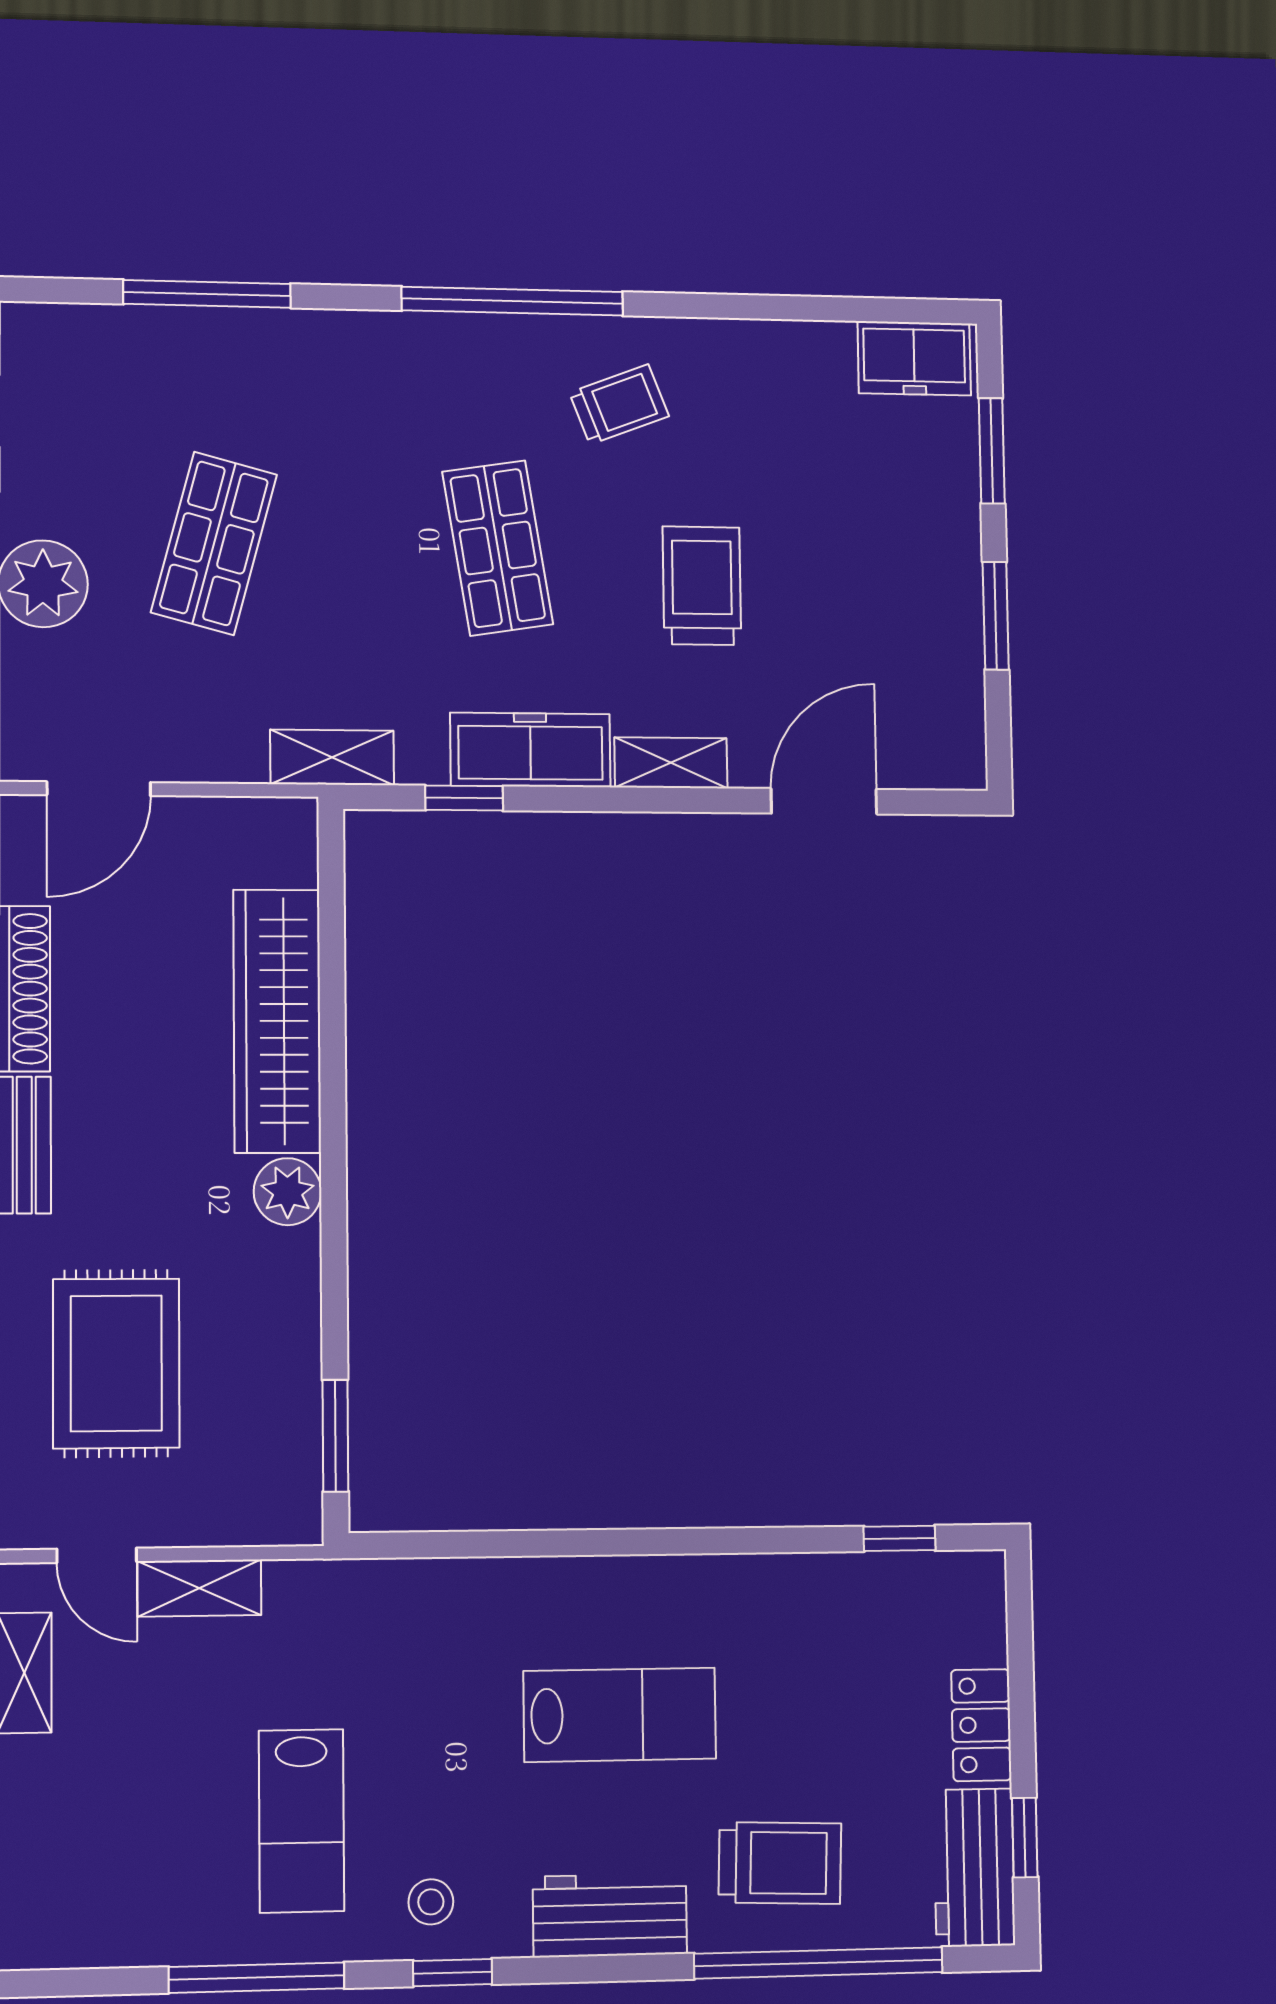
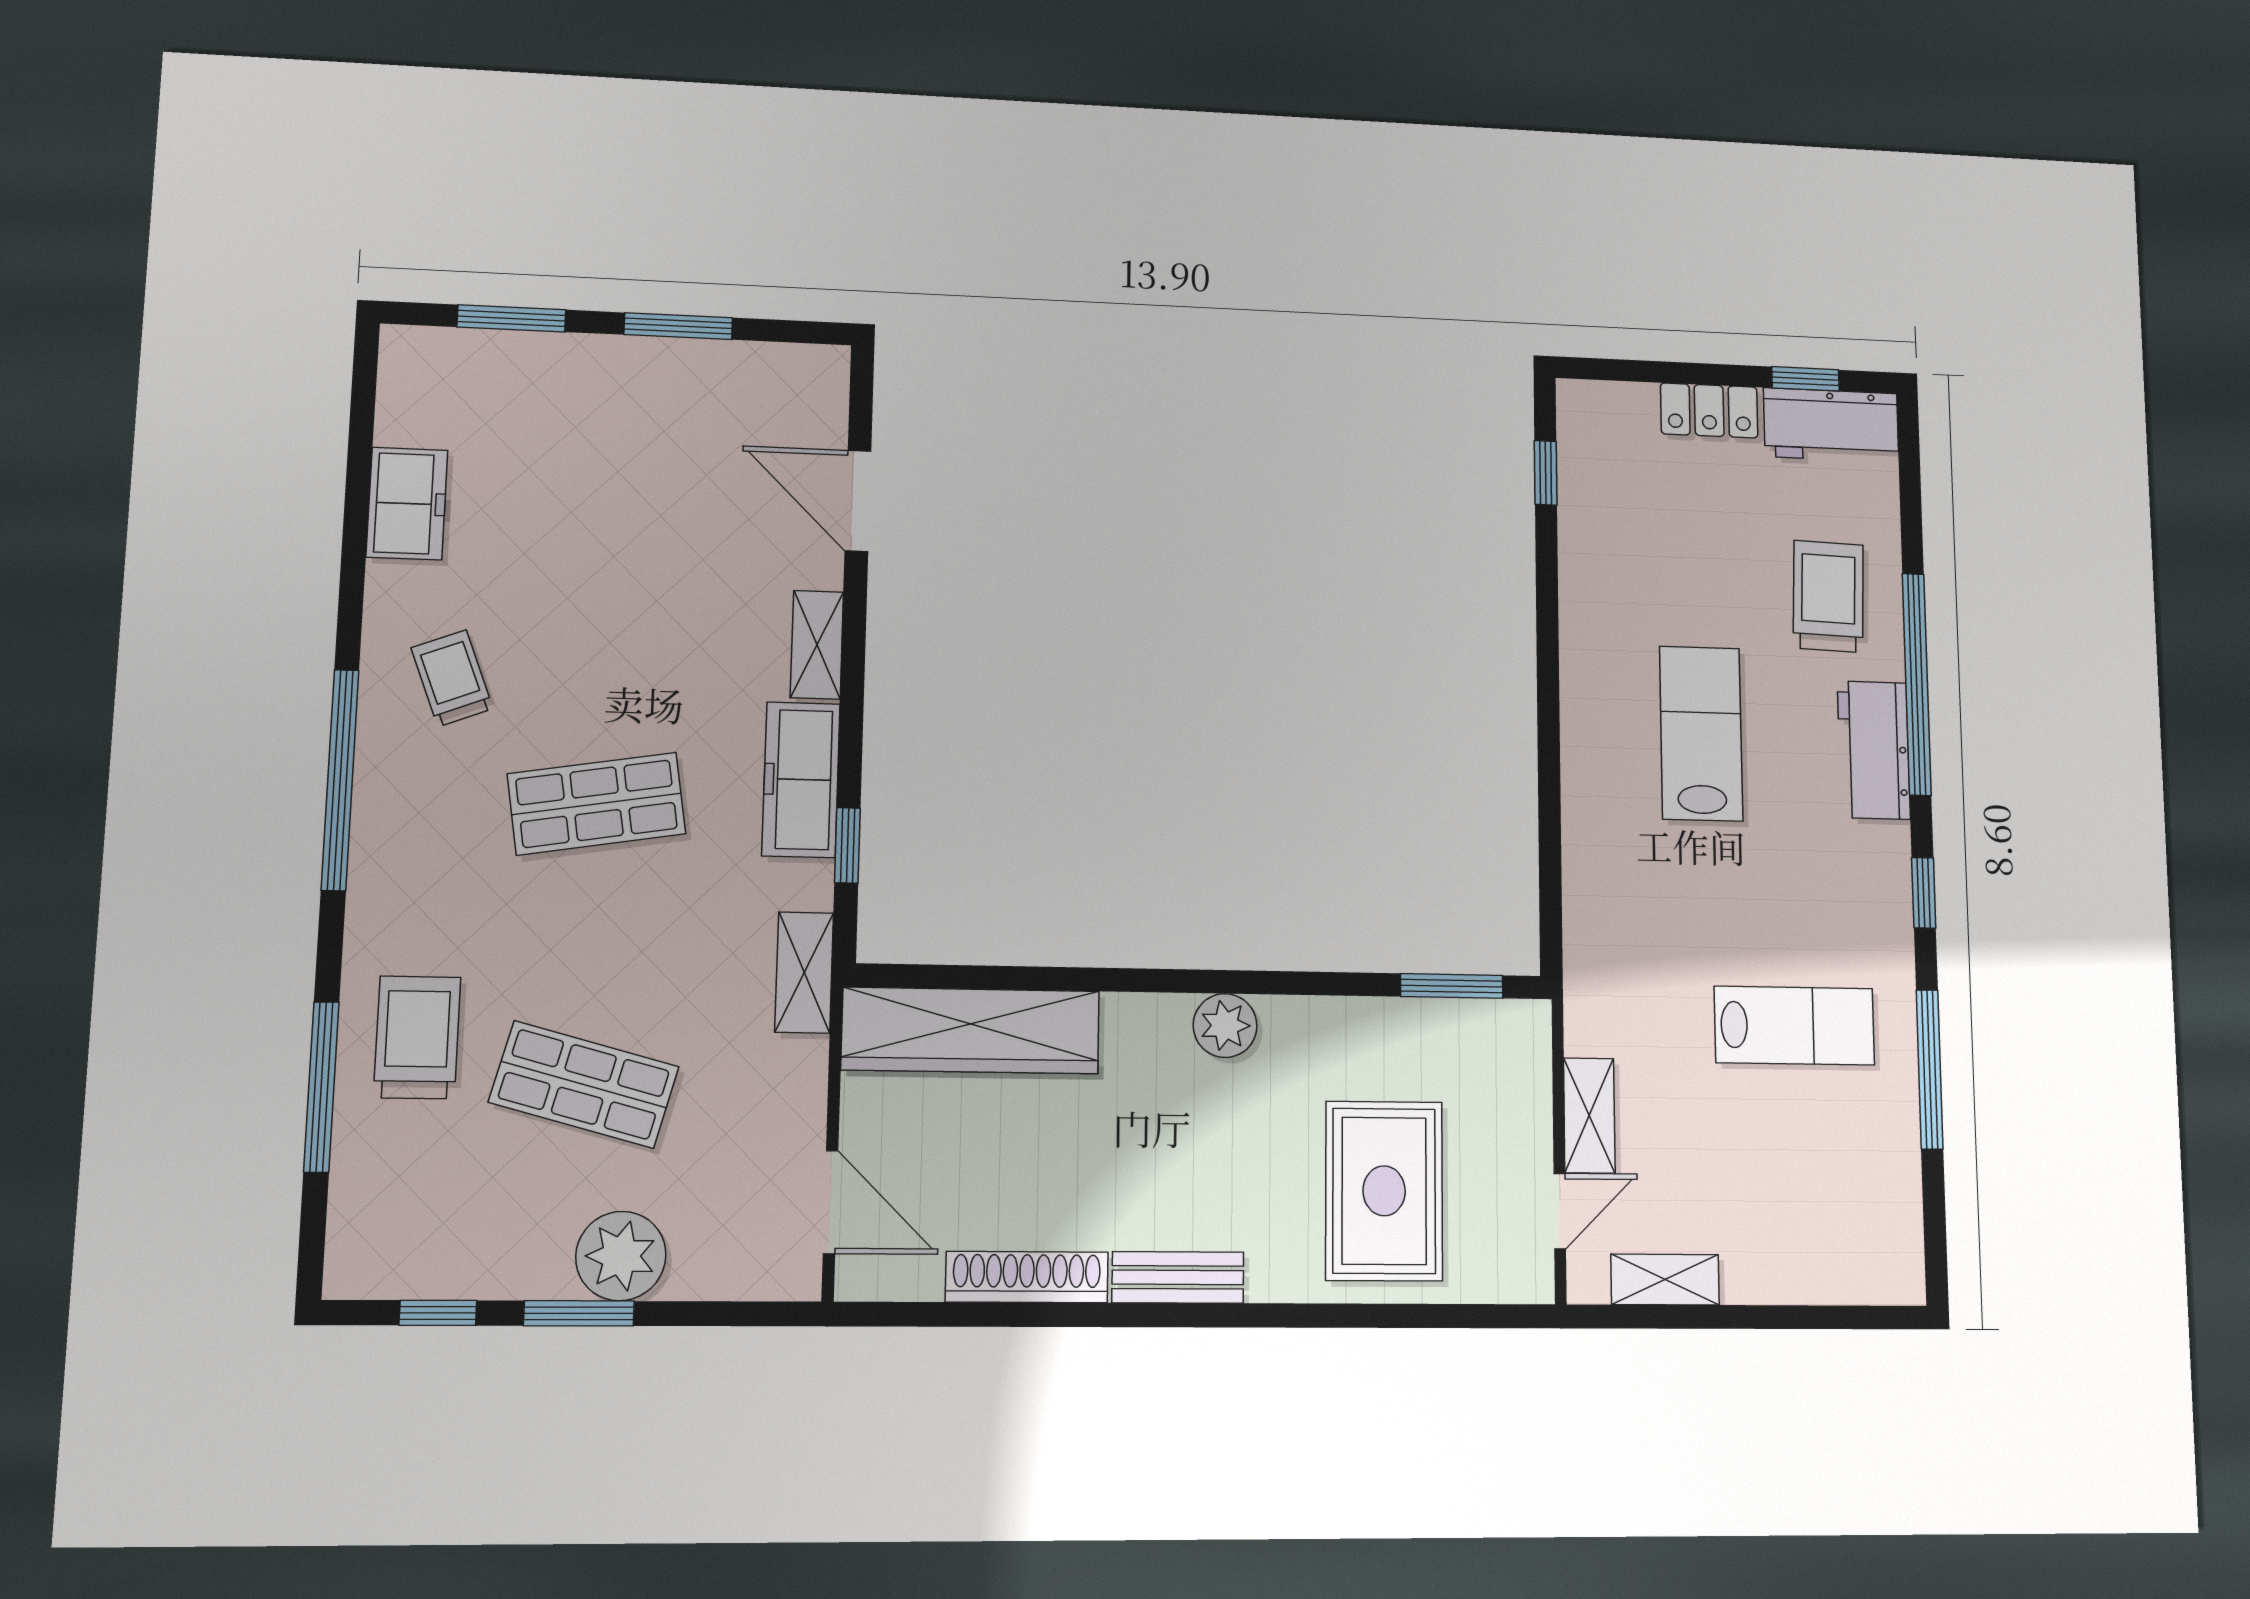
freezer: (914, 358) -> (407, 504), moved
trolley: (702, 586) -> (417, 1037), moved, turned 90
wardrobe: (277, 1021) -> (971, 1030), moved
rug: (116, 1363) -> (1384, 1191), turned 90
stool: (431, 1902) -> (1864, 910), removed
window: (819, 1963) -> (1917, 684), moved

